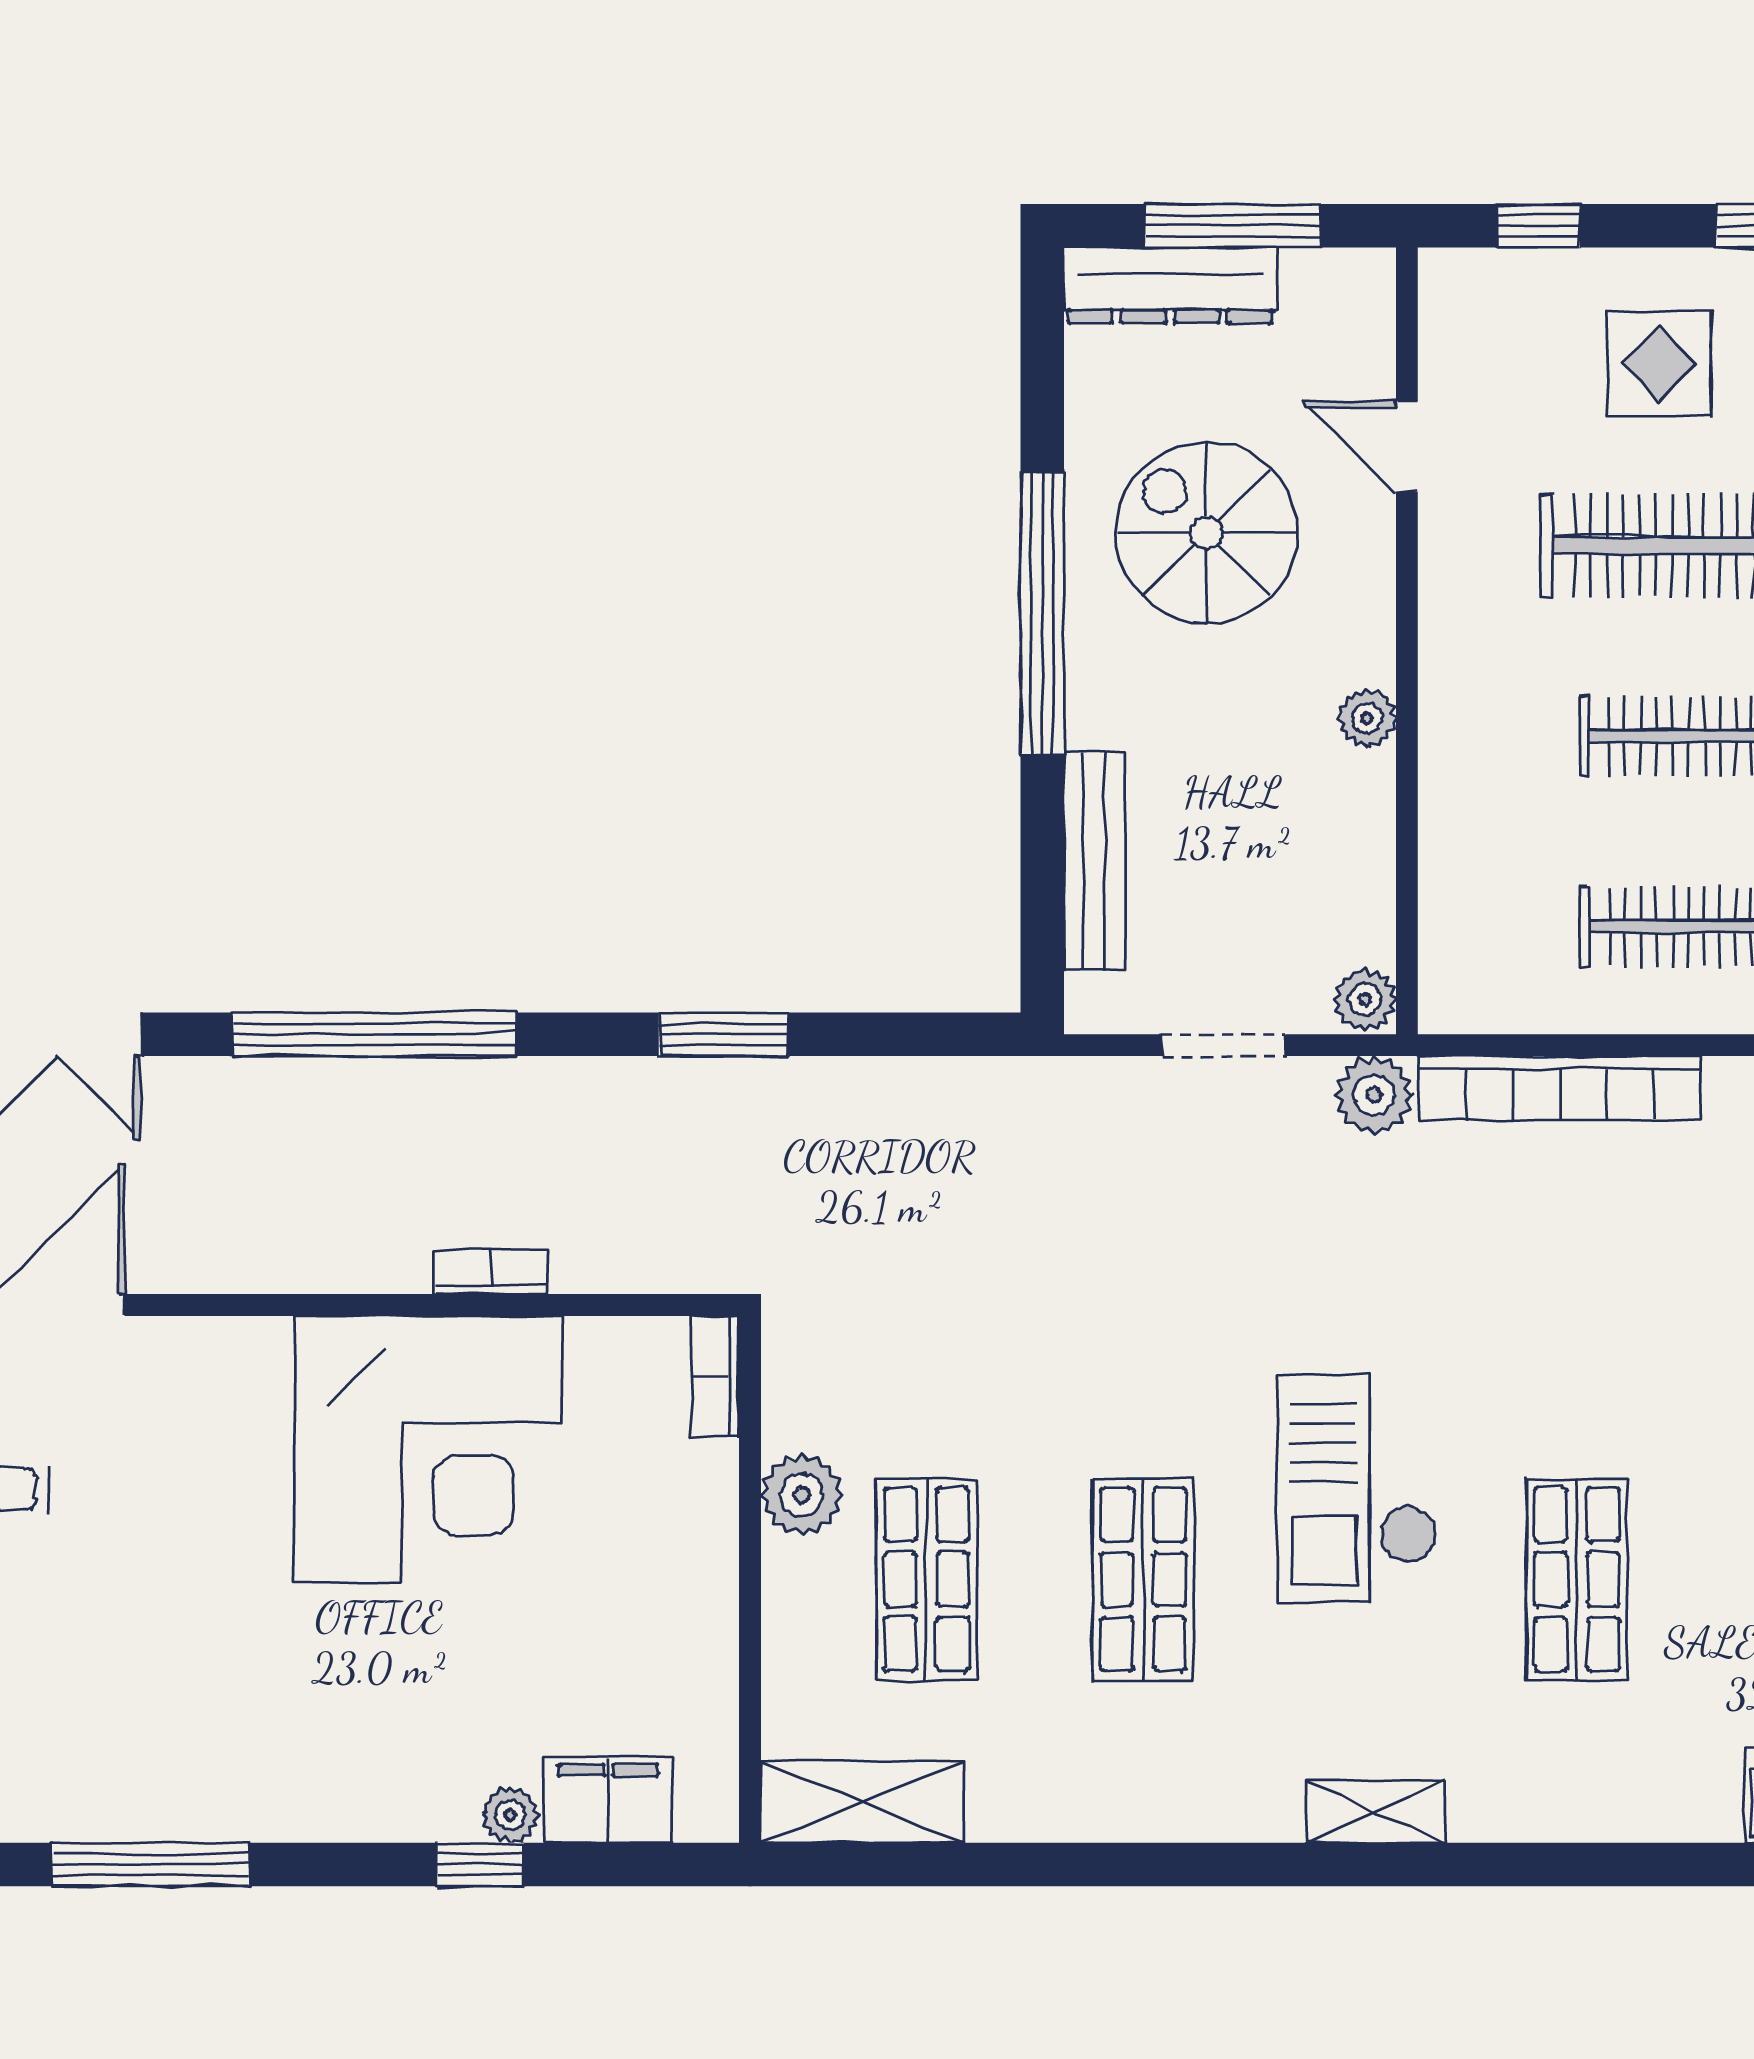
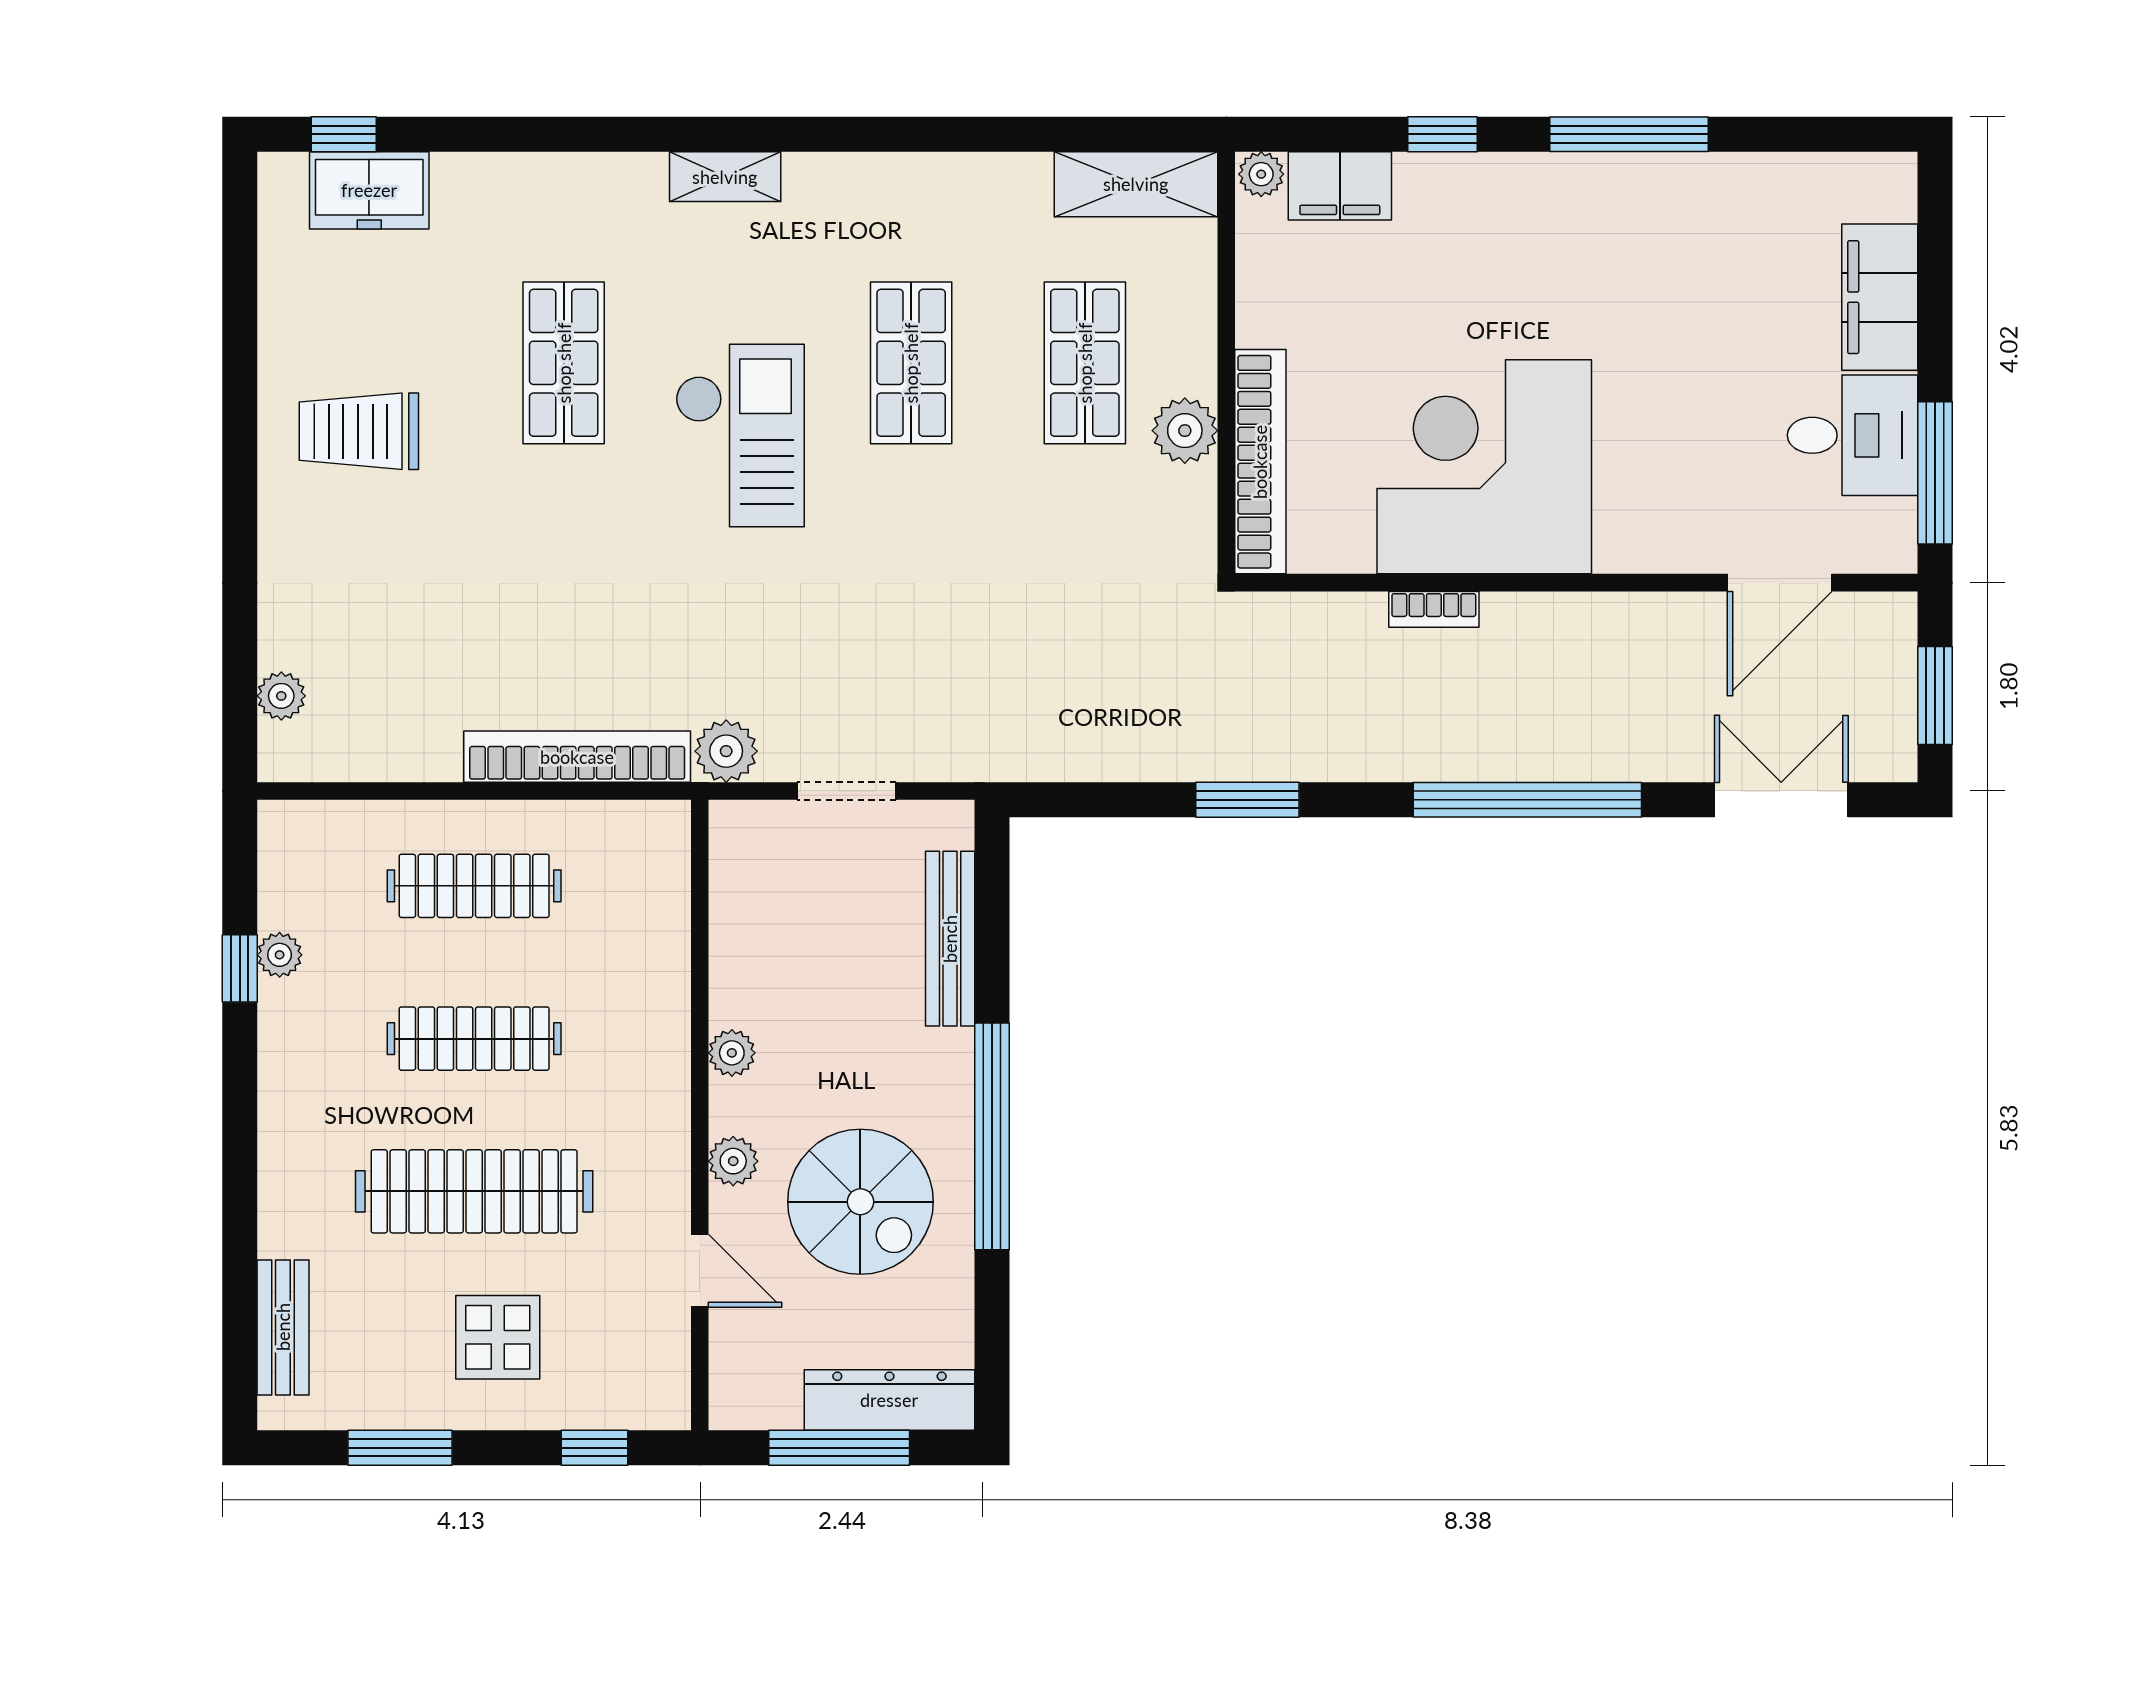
plant: (1365, 1000) -> (733, 1161), moved
bookcase: (715, 1376) -> (1260, 462), width x2.31, depth x1.31
plant: (510, 1815) -> (1261, 174), moved
window: (150, 1864) -> (1629, 134), moved

